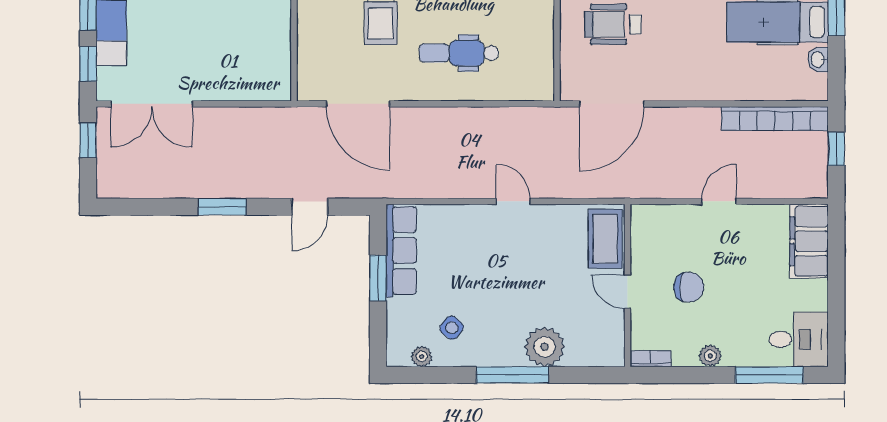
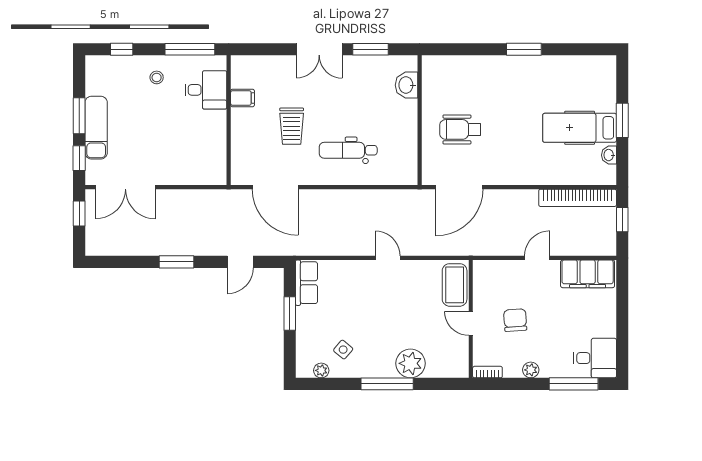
filing cabinet: (809, 241) -> (588, 274), moved, turned -90
row of seats: (401, 251) -> (307, 283), width x0.68
chair: (689, 287) -> (515, 320), turned -94

